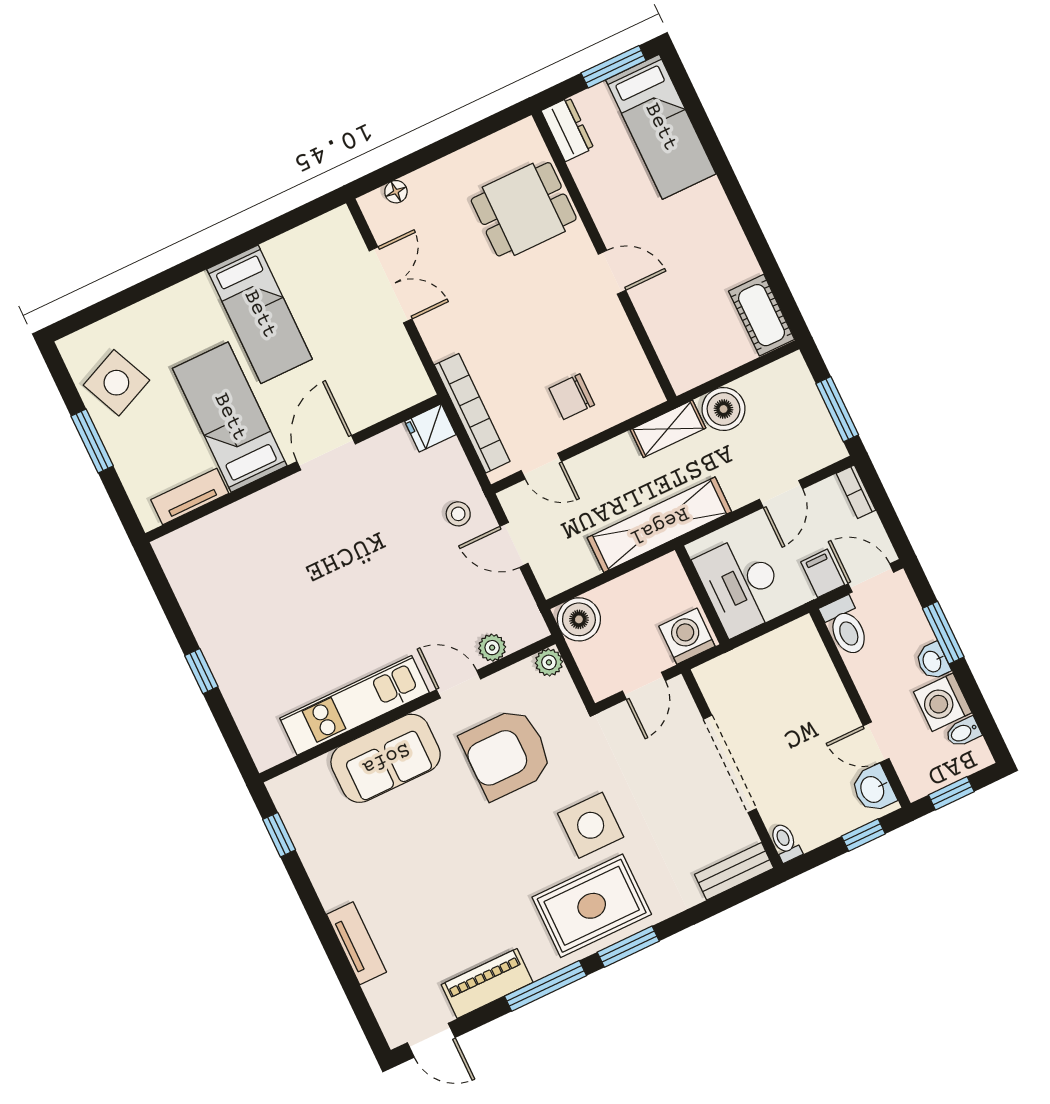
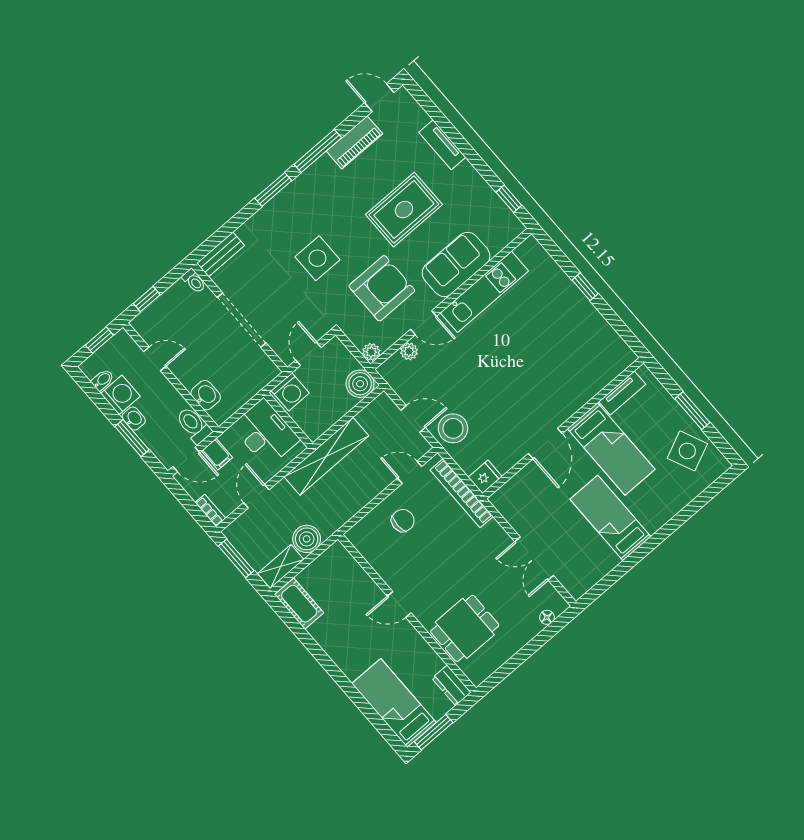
shelving: (668, 429) -> (281, 567), moved
stool: (458, 514) -> (453, 428), width x1.89, depth x1.89
washbasin: (873, 789) -> (206, 395), moved
rug: (592, 906) -> (404, 210), moved

